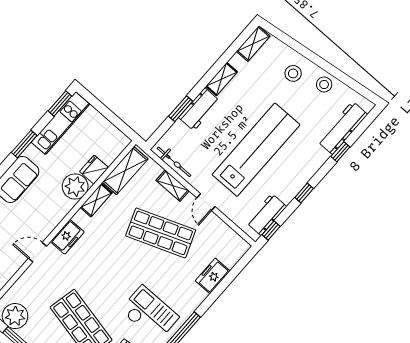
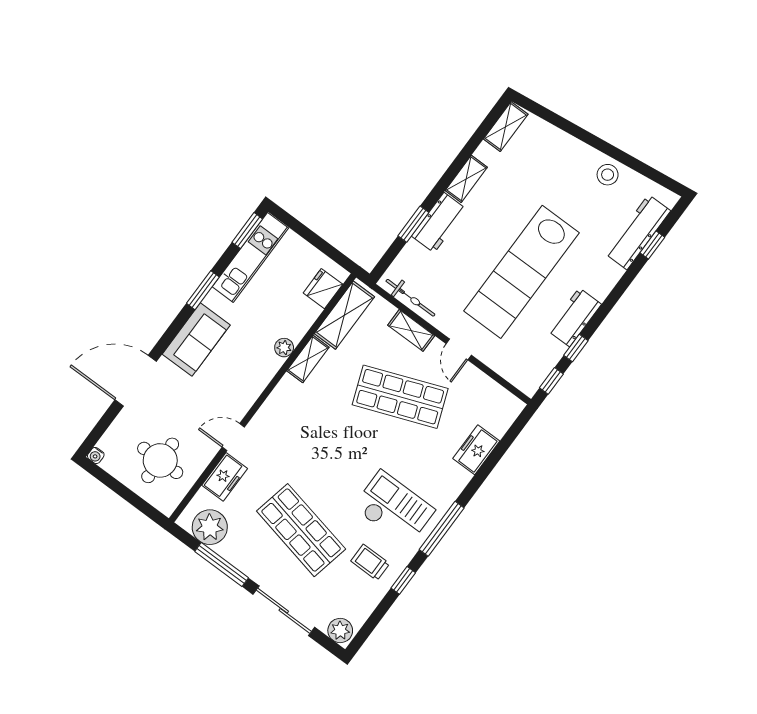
stool: (293, 73) -> (564, 163), removed
lab bench: (256, 150) -> (521, 272), turned 180
window: (340, 152) -> (652, 245), moved
fridge: (94, 170) -> (323, 289), moved
plant: (75, 186) -> (284, 348), width x0.53, depth x0.53
window: (304, 193) -> (576, 348), moved
workbench: (266, 215) -> (575, 317), moved
freezer: (67, 237) -> (225, 477), moved

